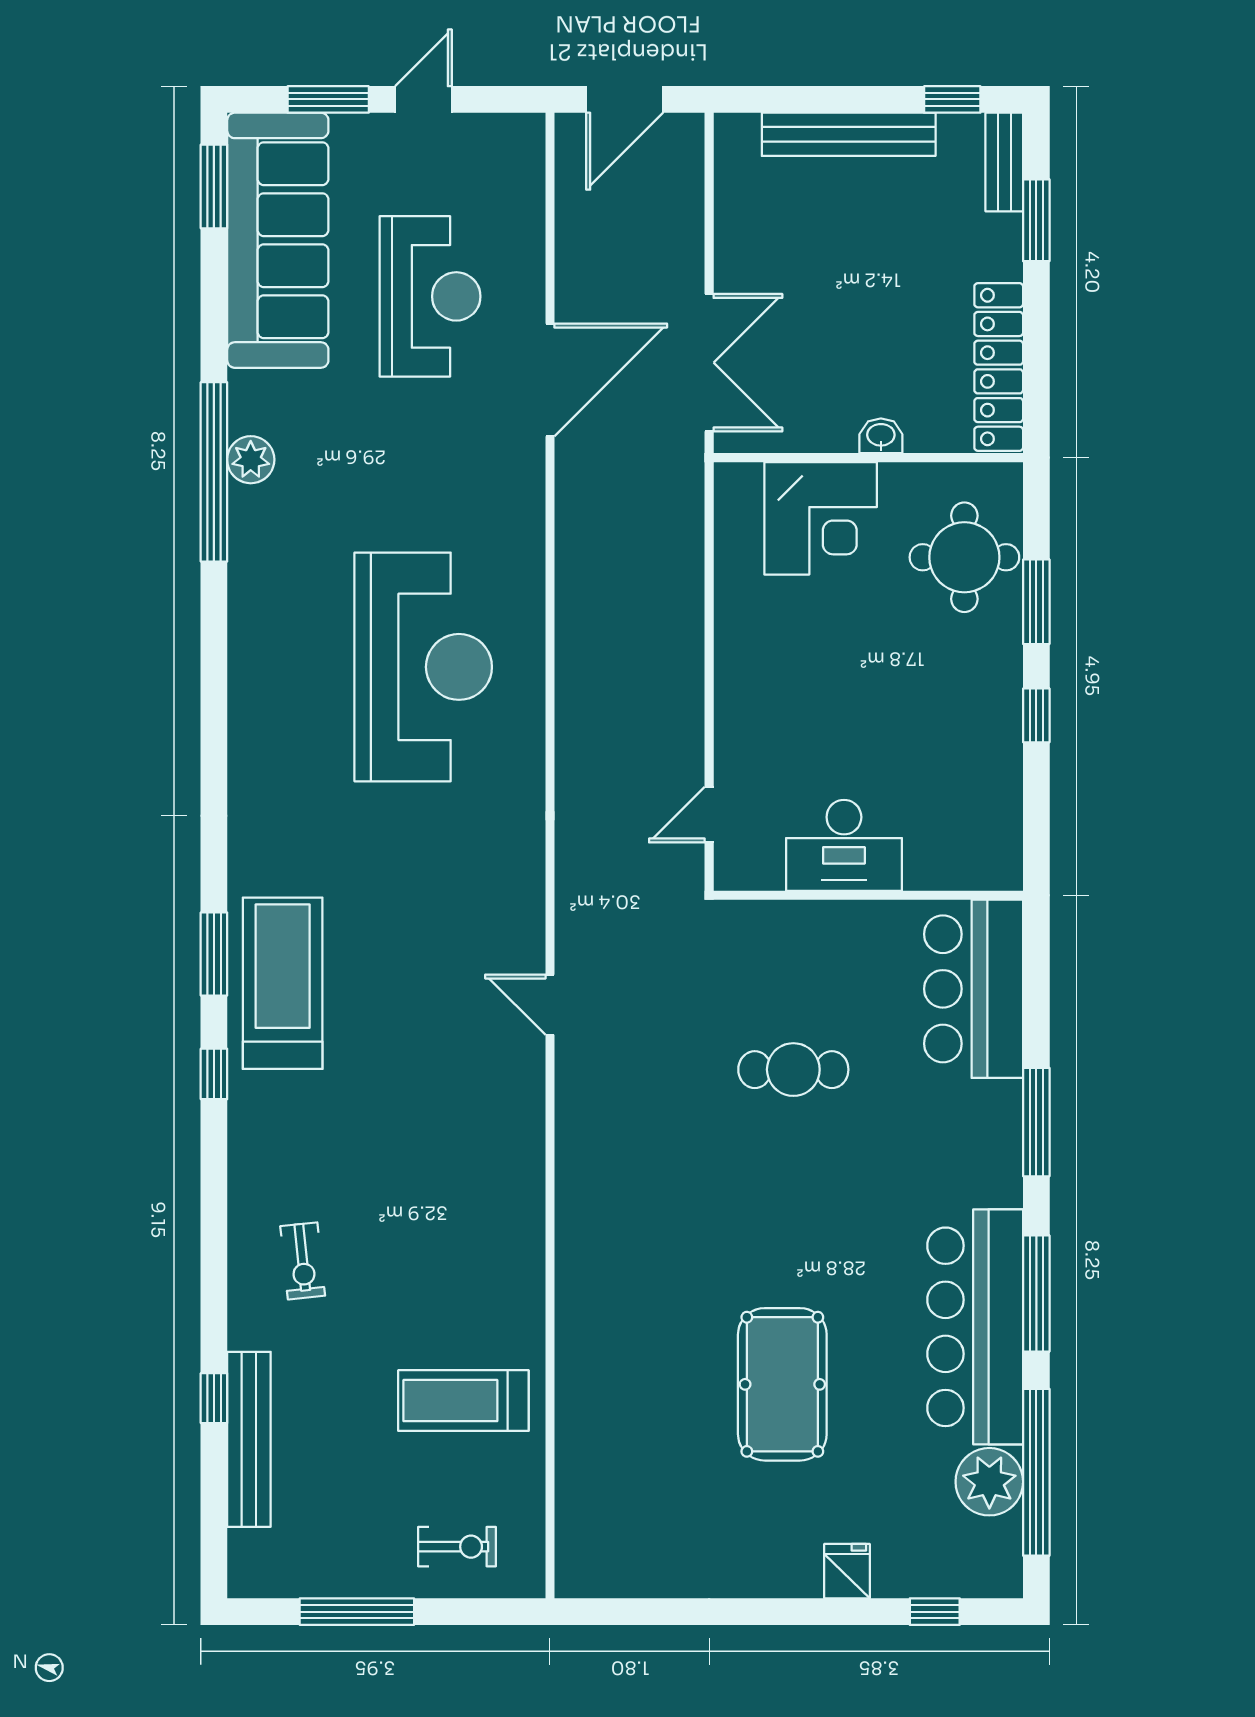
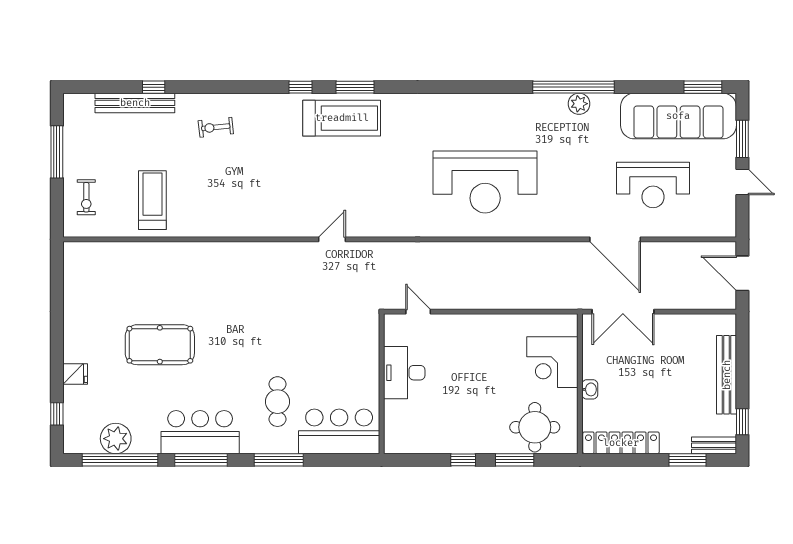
cafe table: (793, 1070) -> (277, 402), moved
bar counter: (975, 1327) -> (200, 432), width x0.73

